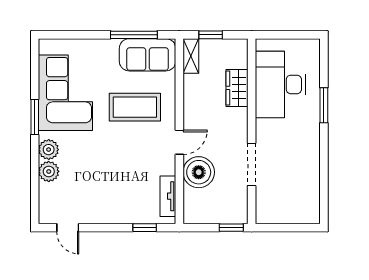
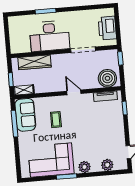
desk: (280, 84) -> (50, 36), moved
wardrobe: (237, 88) -> (35, 62), width x1.50
coffee table: (135, 107) -> (56, 120), width x0.54, depth x0.58
plant: (49, 171) -> (107, 165), moved
boiler: (199, 172) -> (107, 78), moved
printer: (286, 210) -> (107, 28), added

